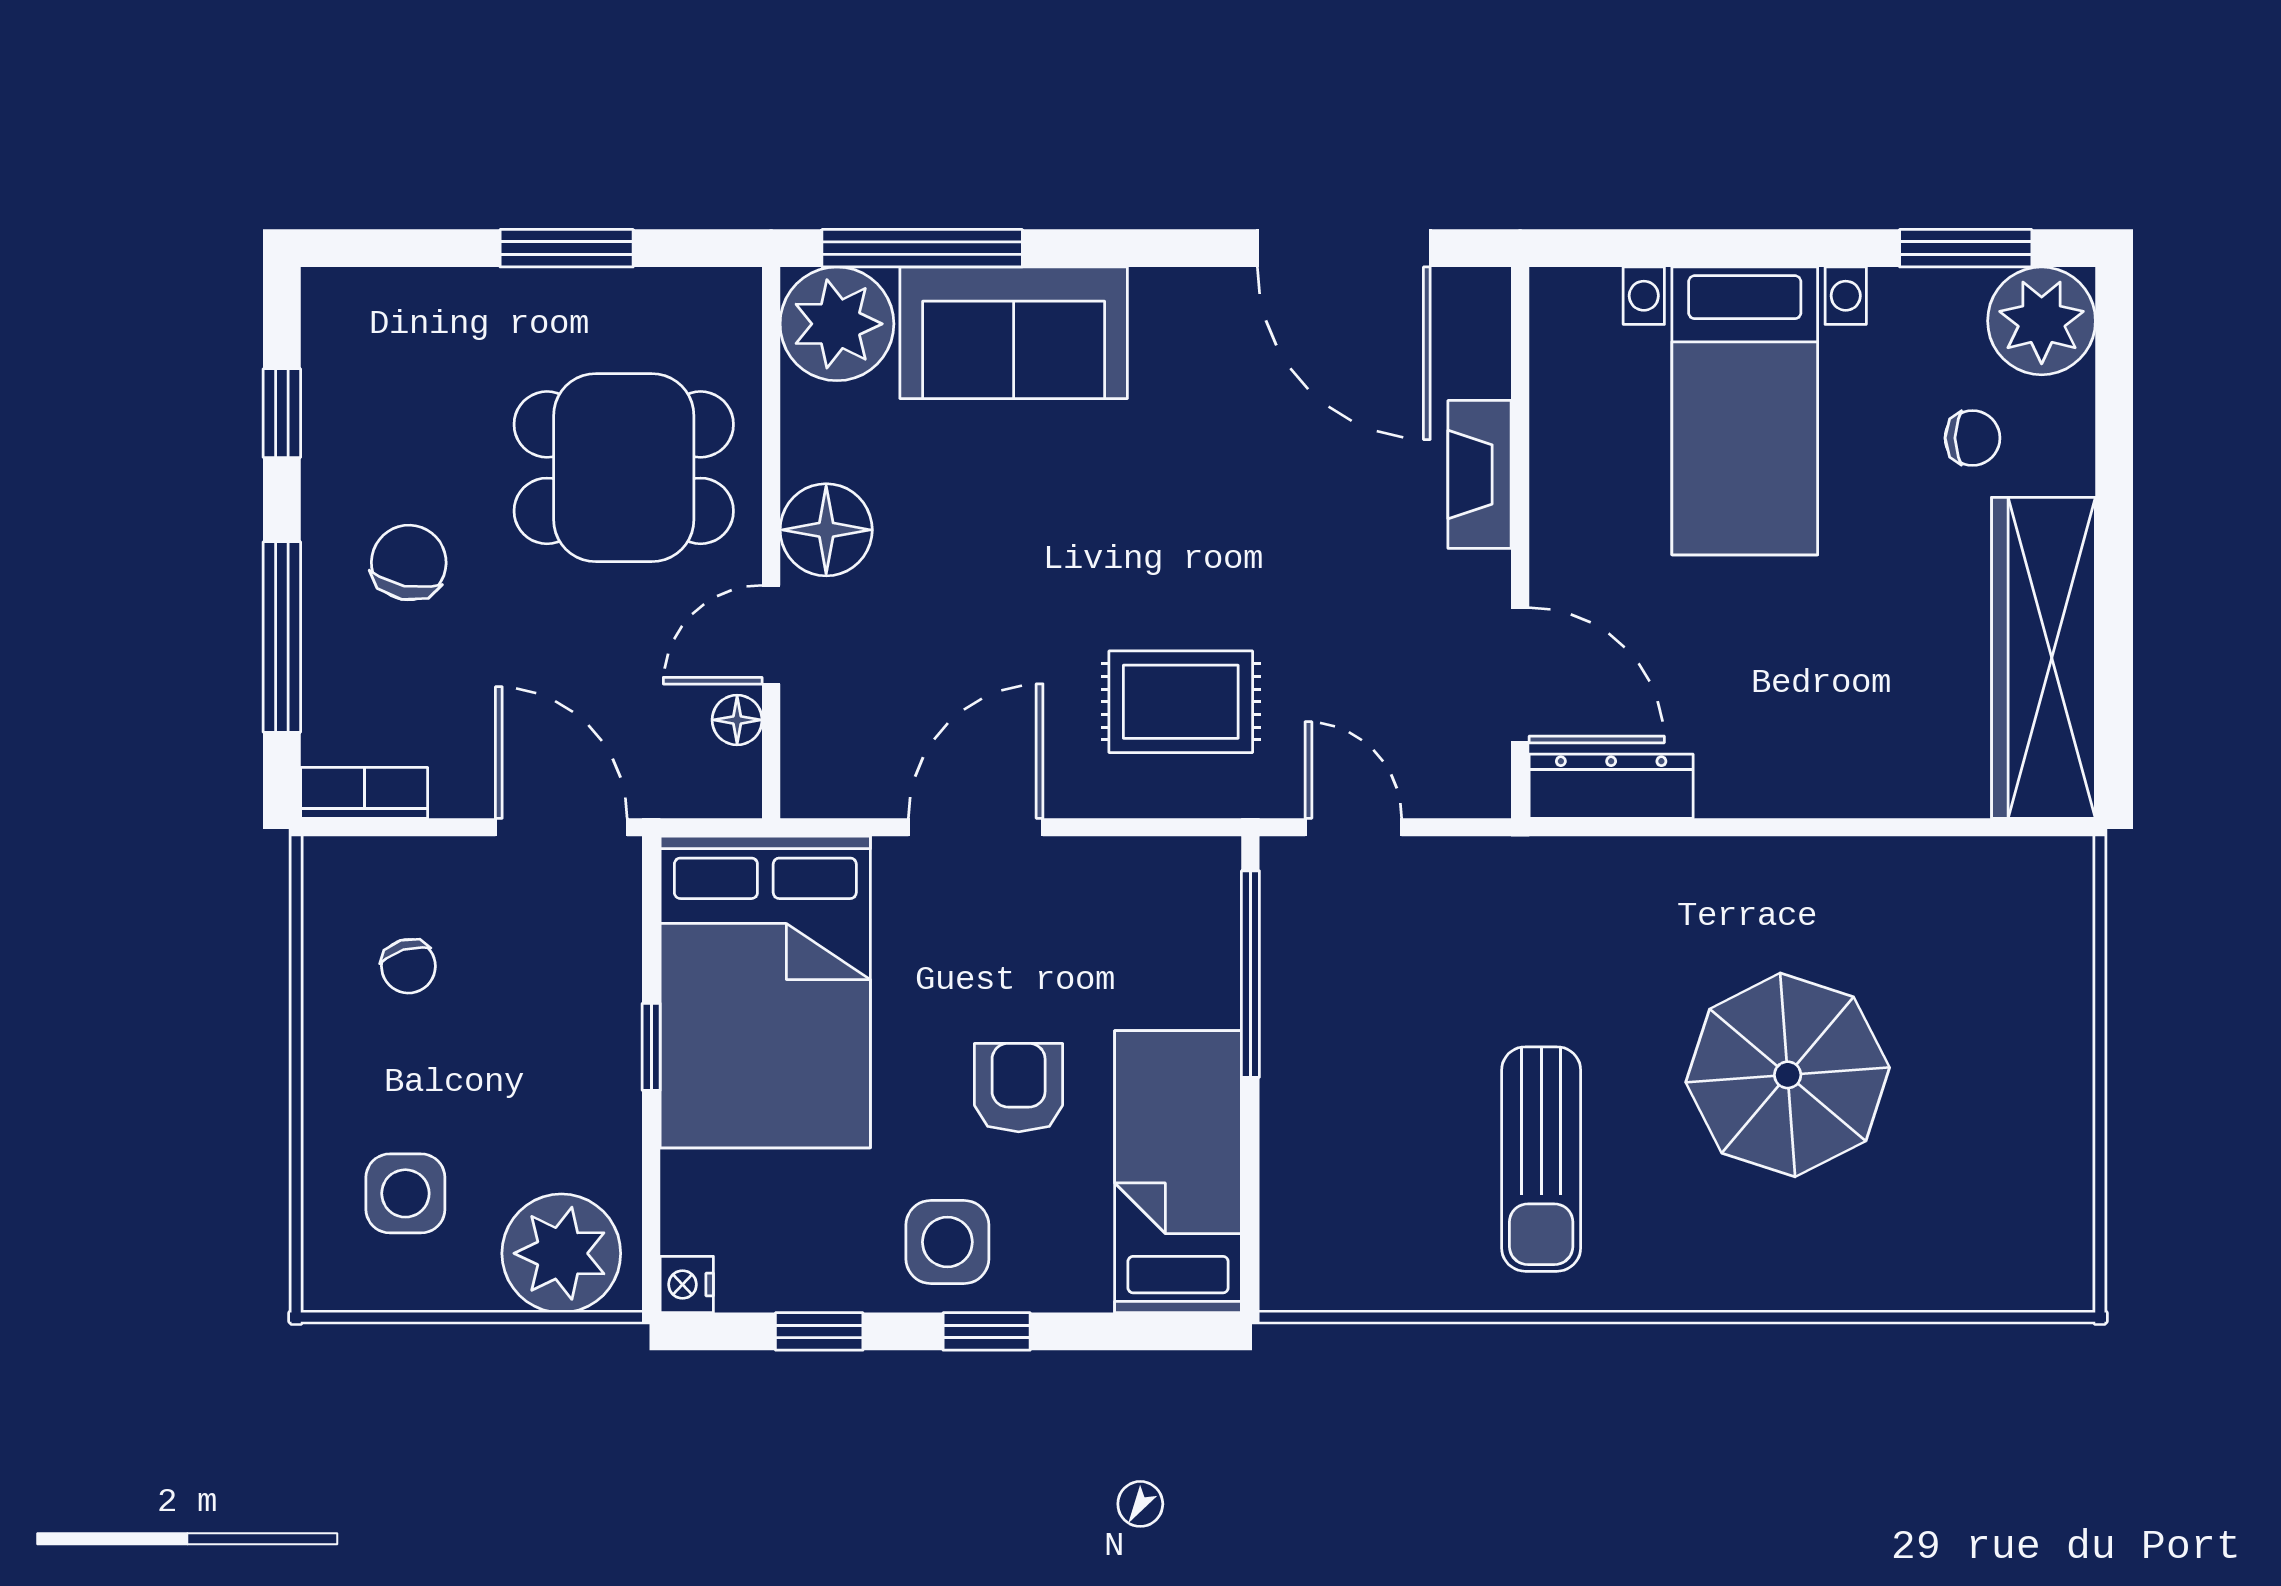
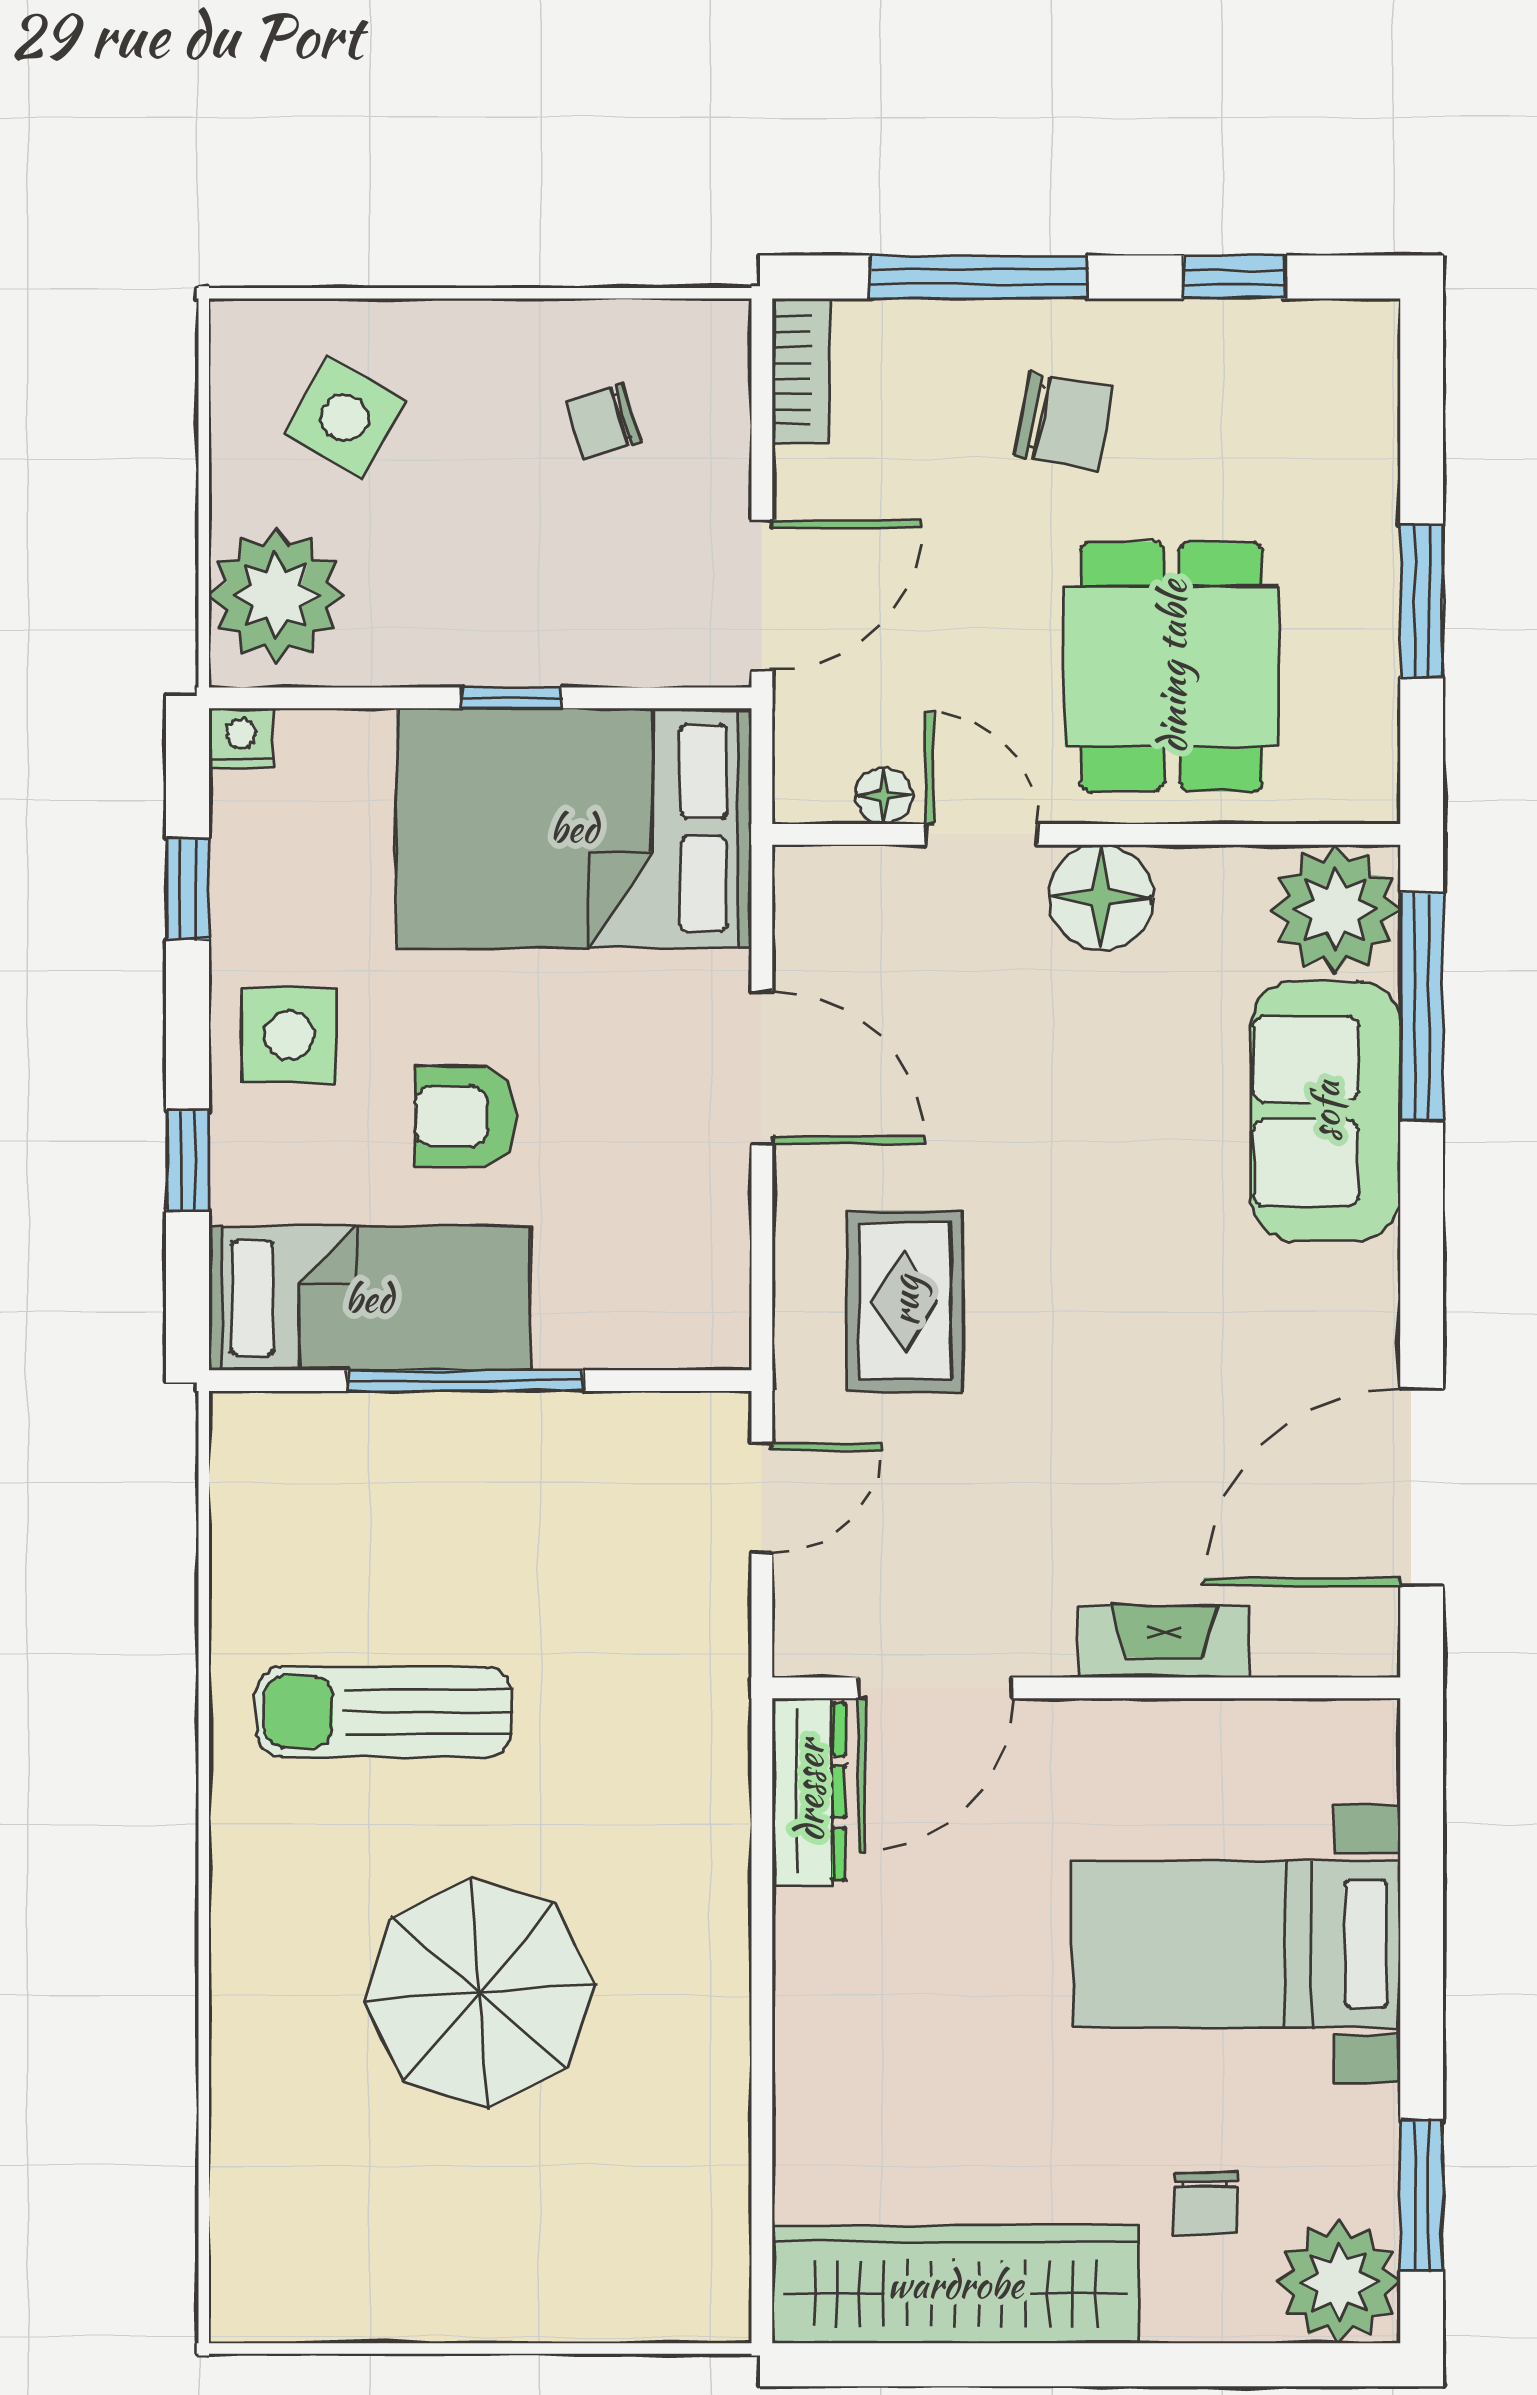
window: (1250, 974) -> (465, 1381), moved
armchair: (1019, 1088) -> (465, 1116), turned 180
side table: (405, 1193) -> (345, 418), turned 30
window: (987, 1331) -> (187, 1161), moved

